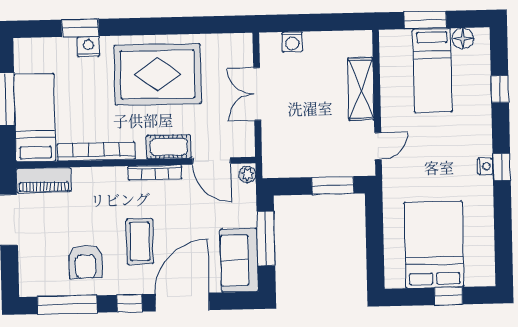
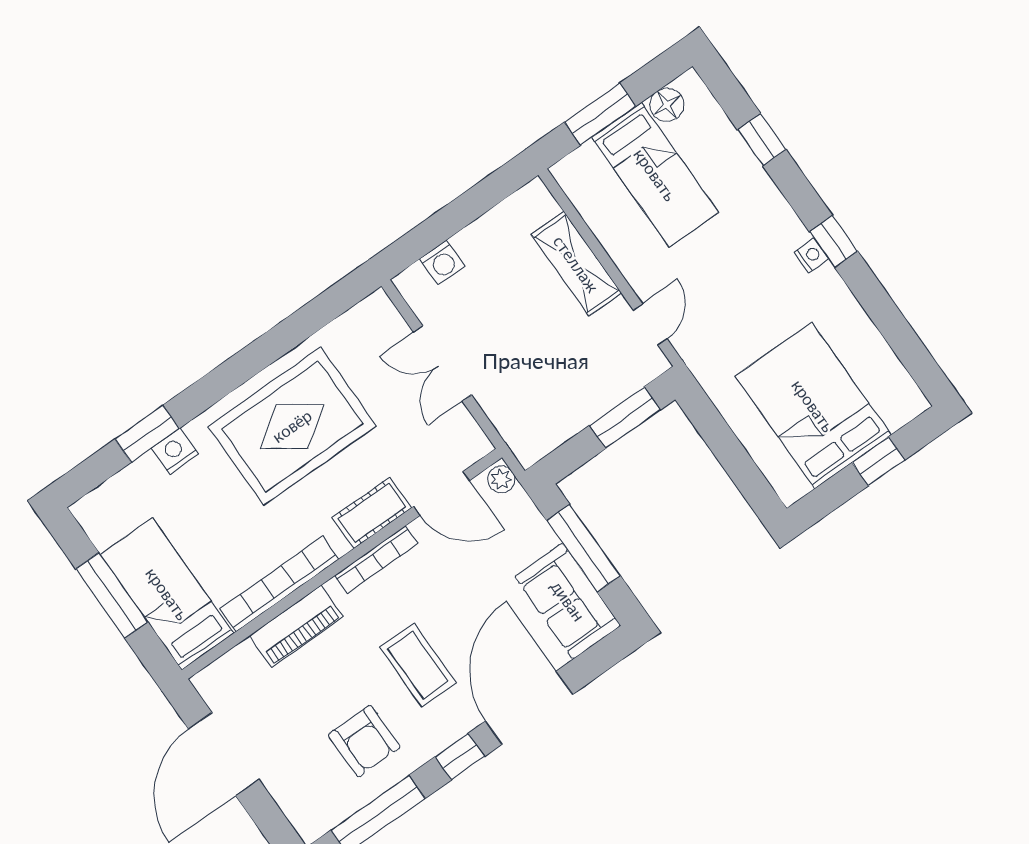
piano: (44, 180) -> (296, 626), moved

